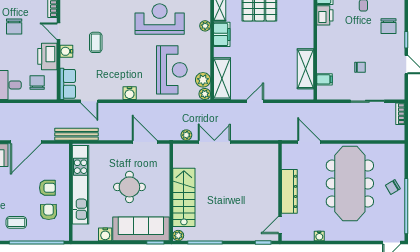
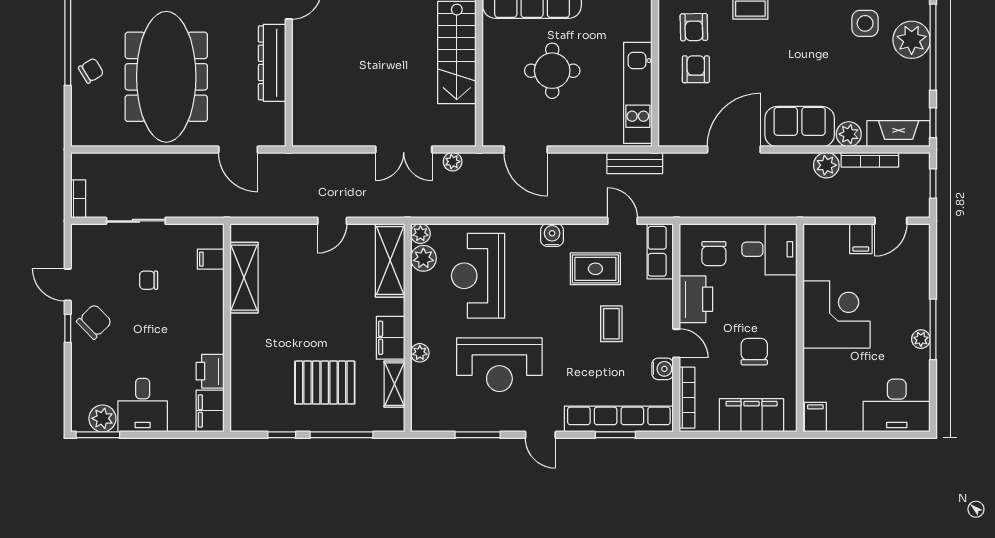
chair: (388, 26) -> (94, 322), moved, turned 46
water cooler: (66, 51) -> (663, 369), moved
rug: (105, 74) -> (595, 269), added
bench: (77, 134) -> (635, 163), width x0.73
kitchen unit: (81, 185) -> (638, 93), width x0.73
armchair: (47, 188) -> (696, 69), turned 90

